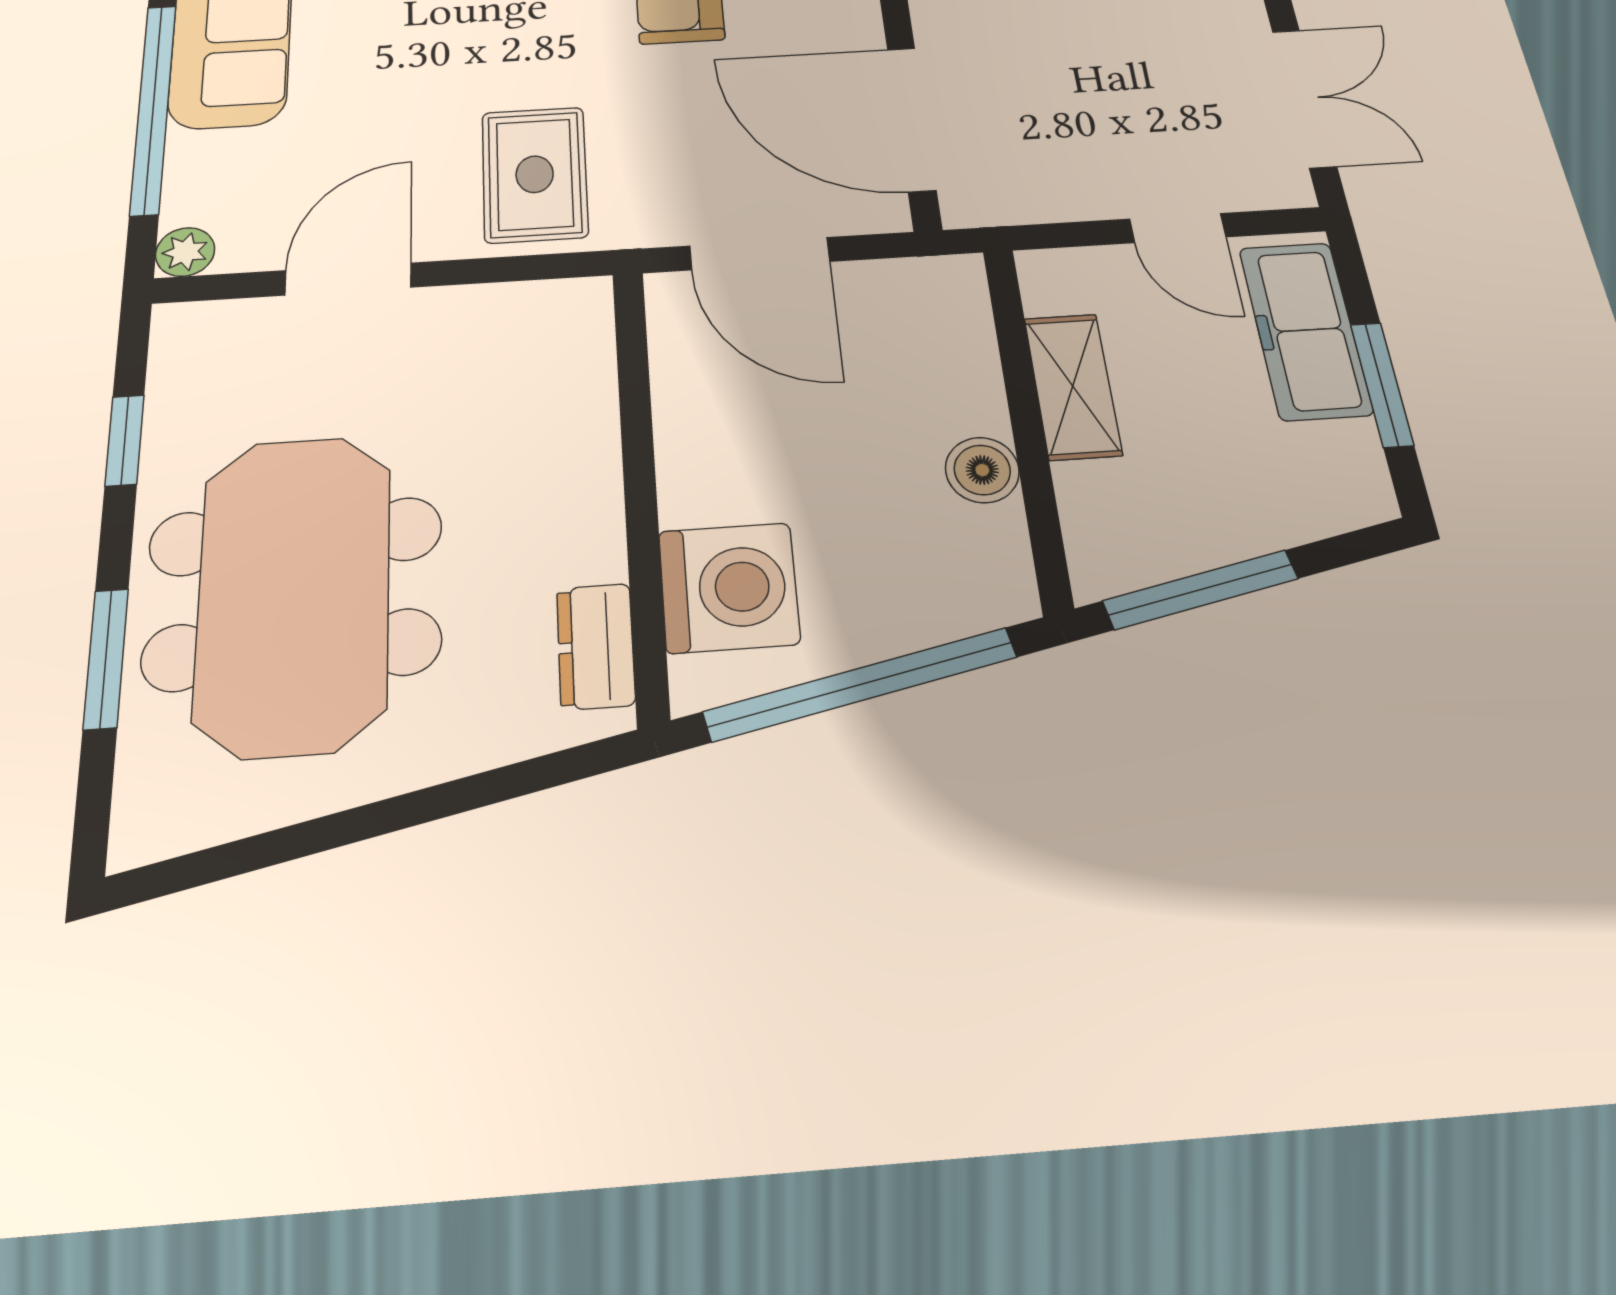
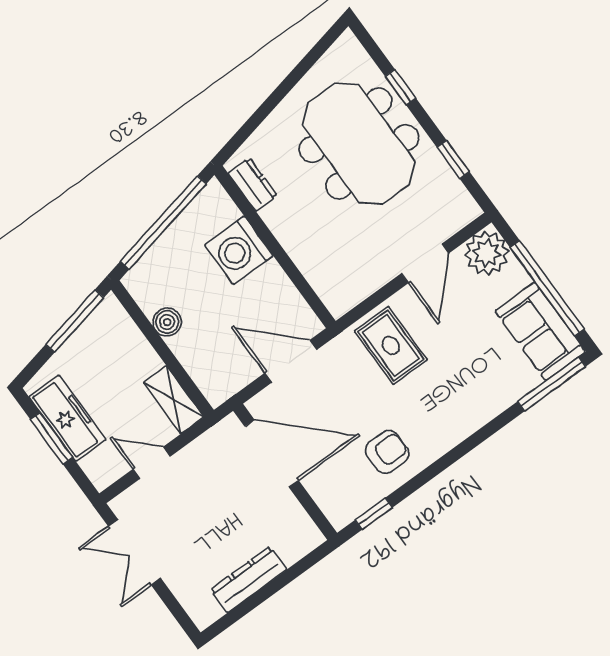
plant: (185, 252) -> (487, 253), width x1.88, depth x1.88
freezer: (1305, 330) -> (67, 418), moved
shelving: (1073, 386) -> (174, 400), moved
washing machine: (729, 587) -> (239, 250), moved
window: (106, 658) -> (401, 87), width x0.67

